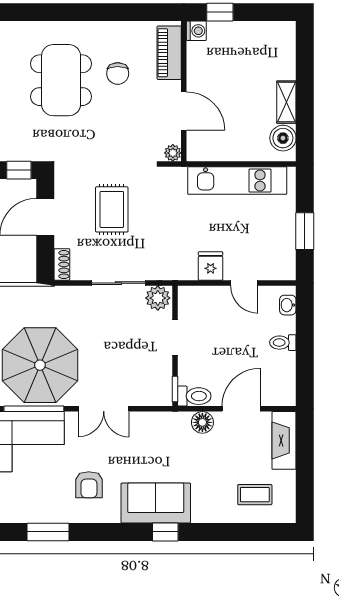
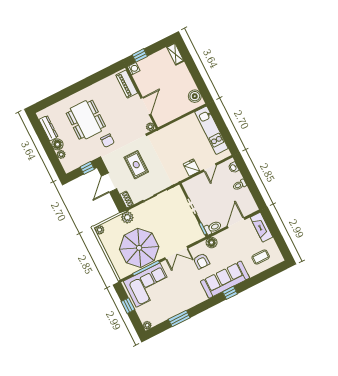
chair: (118, 73) -> (107, 141), moved
shelving: (286, 102) -> (175, 54), moved
door: (184, 111) -> (146, 106), hinge flipped
kitchen unit: (237, 181) -> (211, 130), moved, turned 90
window: (305, 231) -> (225, 132), removed
door: (244, 283) -> (210, 168), hinge flipped
plant: (158, 298) -> (127, 217), moved
floor lamp: (202, 422) -> (212, 243), moved
armchair: (89, 485) -> (201, 261), moved
sofa: (156, 503) -> (225, 280), width x1.36

